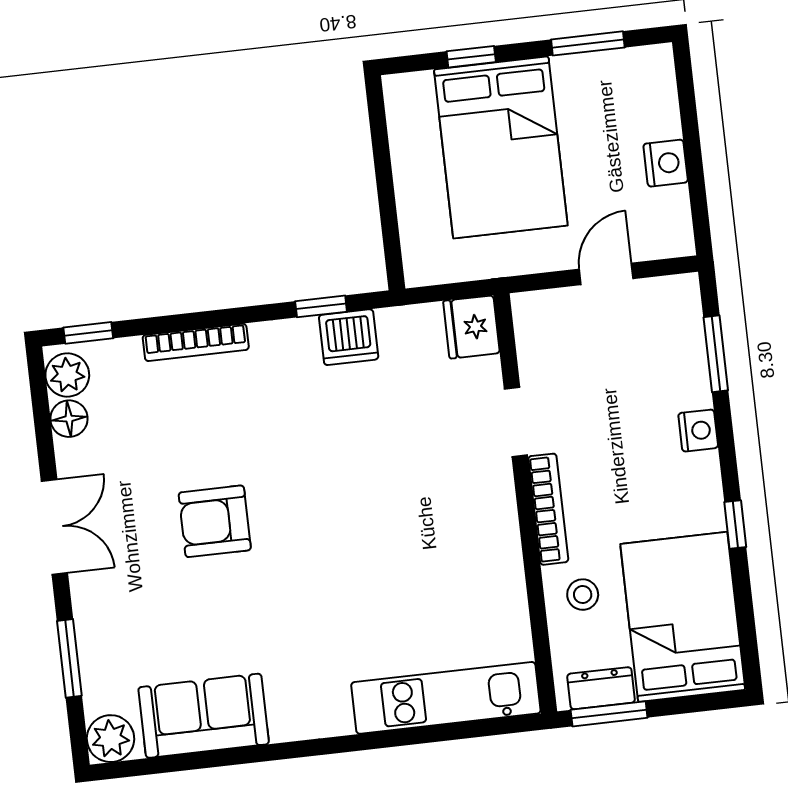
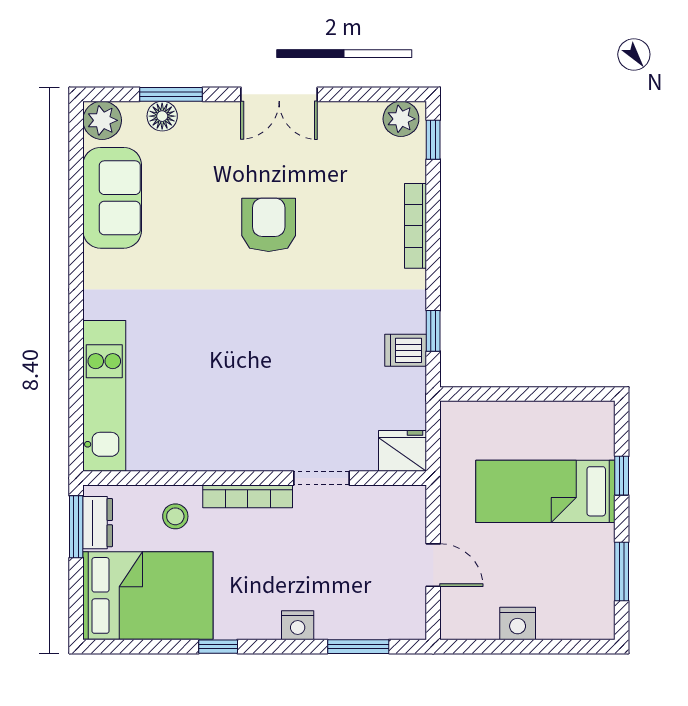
bed: (501, 147) -> (545, 491), width x0.67
dishwasher: (349, 337) -> (406, 350), width x0.73
floor lamp: (69, 419) -> (162, 116), moved

